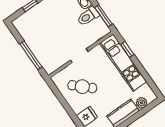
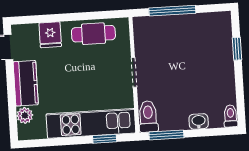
toilet: (88, 16) -> (148, 117), moved
cafe table: (82, 87) -> (93, 34), moved, turned 47

